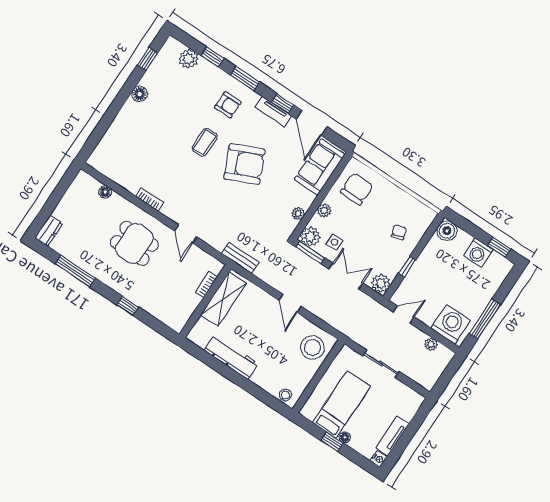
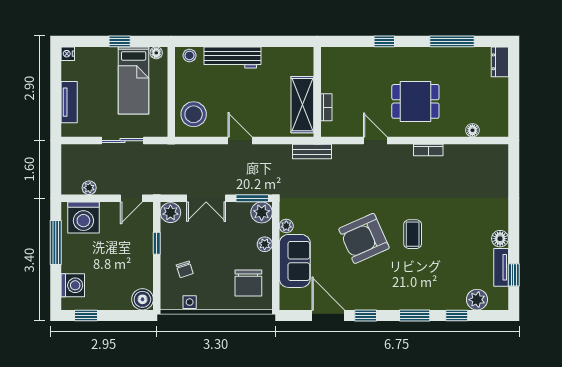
armchair: (228, 105) -> (414, 282), removed
tv unit: (273, 112) -> (501, 267), moved, turned -90
sofa: (320, 167) -> (295, 261), moved
side table: (334, 242) -> (190, 302), moved
washing machine: (478, 252) -> (73, 285), moved, turned 90
workbench: (231, 357) -> (232, 57), moved
tv unit: (392, 436) -> (69, 102), moved
floor lamp: (345, 437) -> (156, 53), moved

